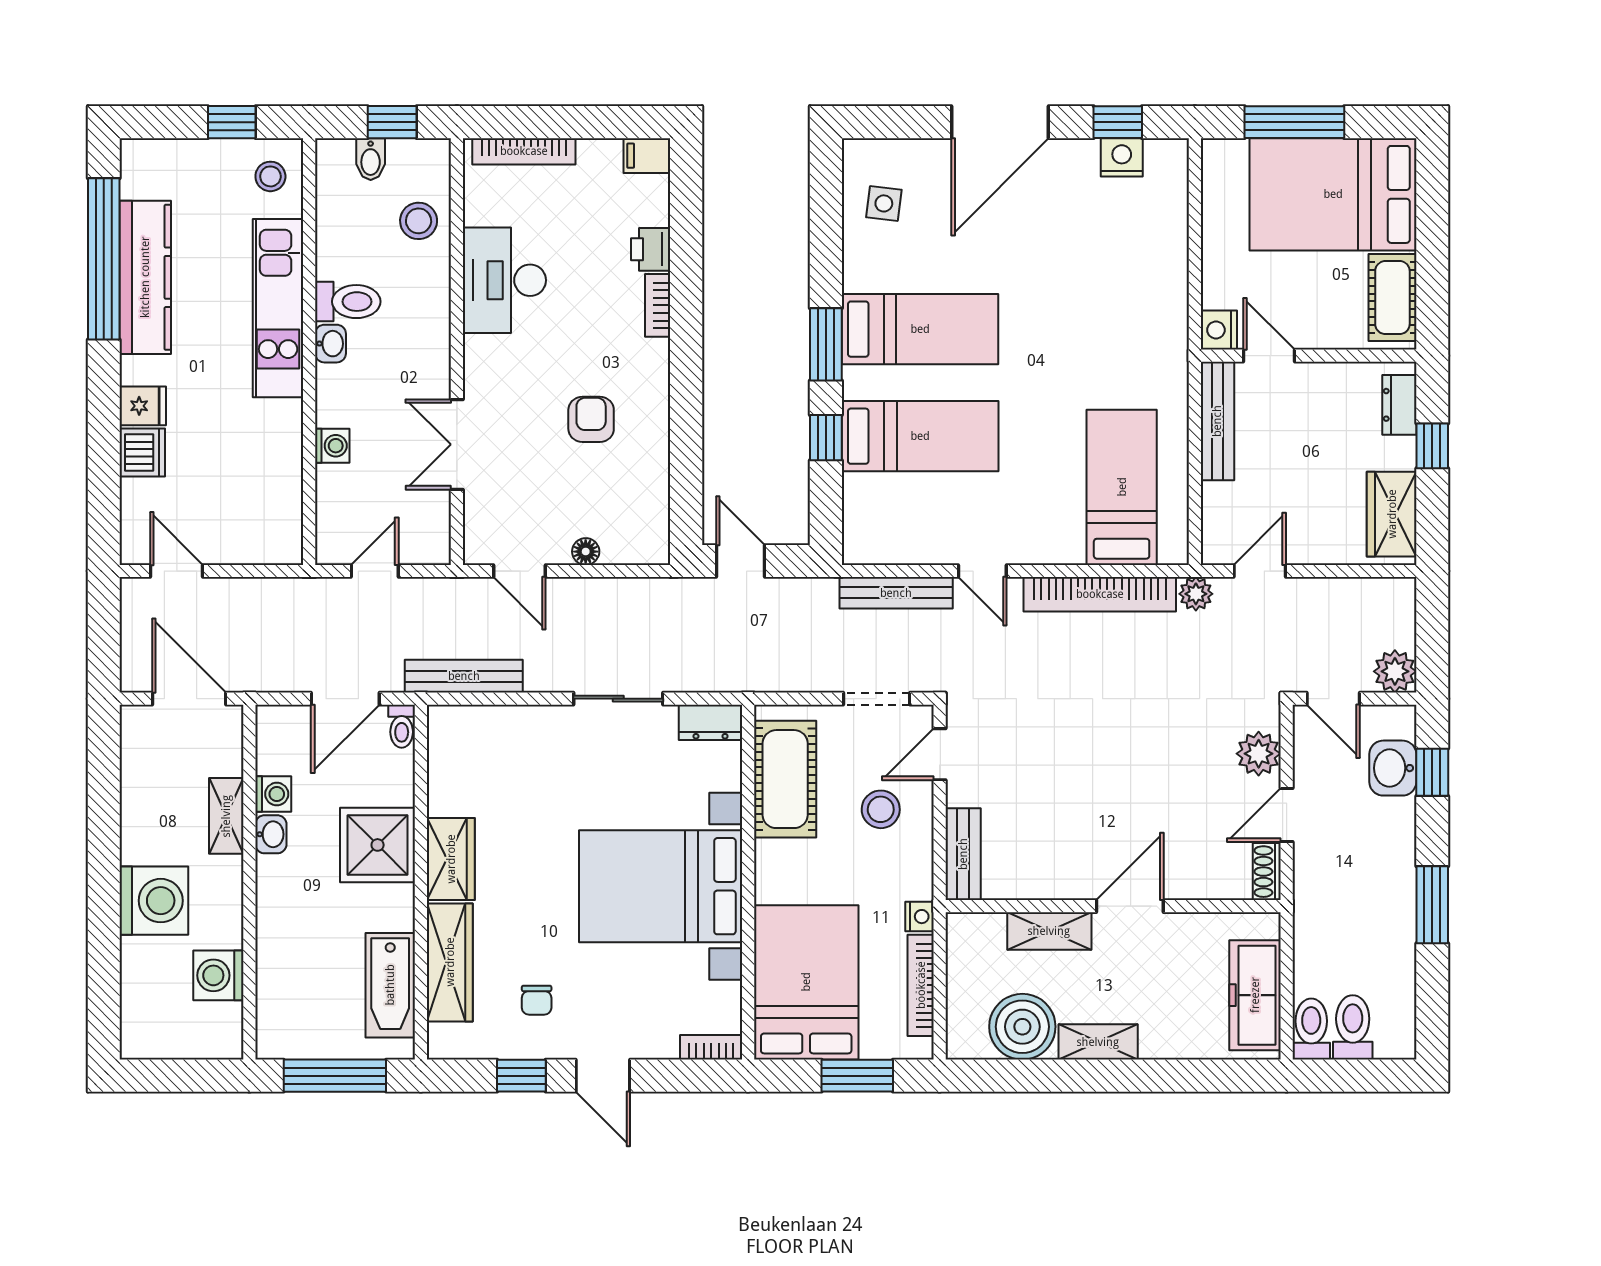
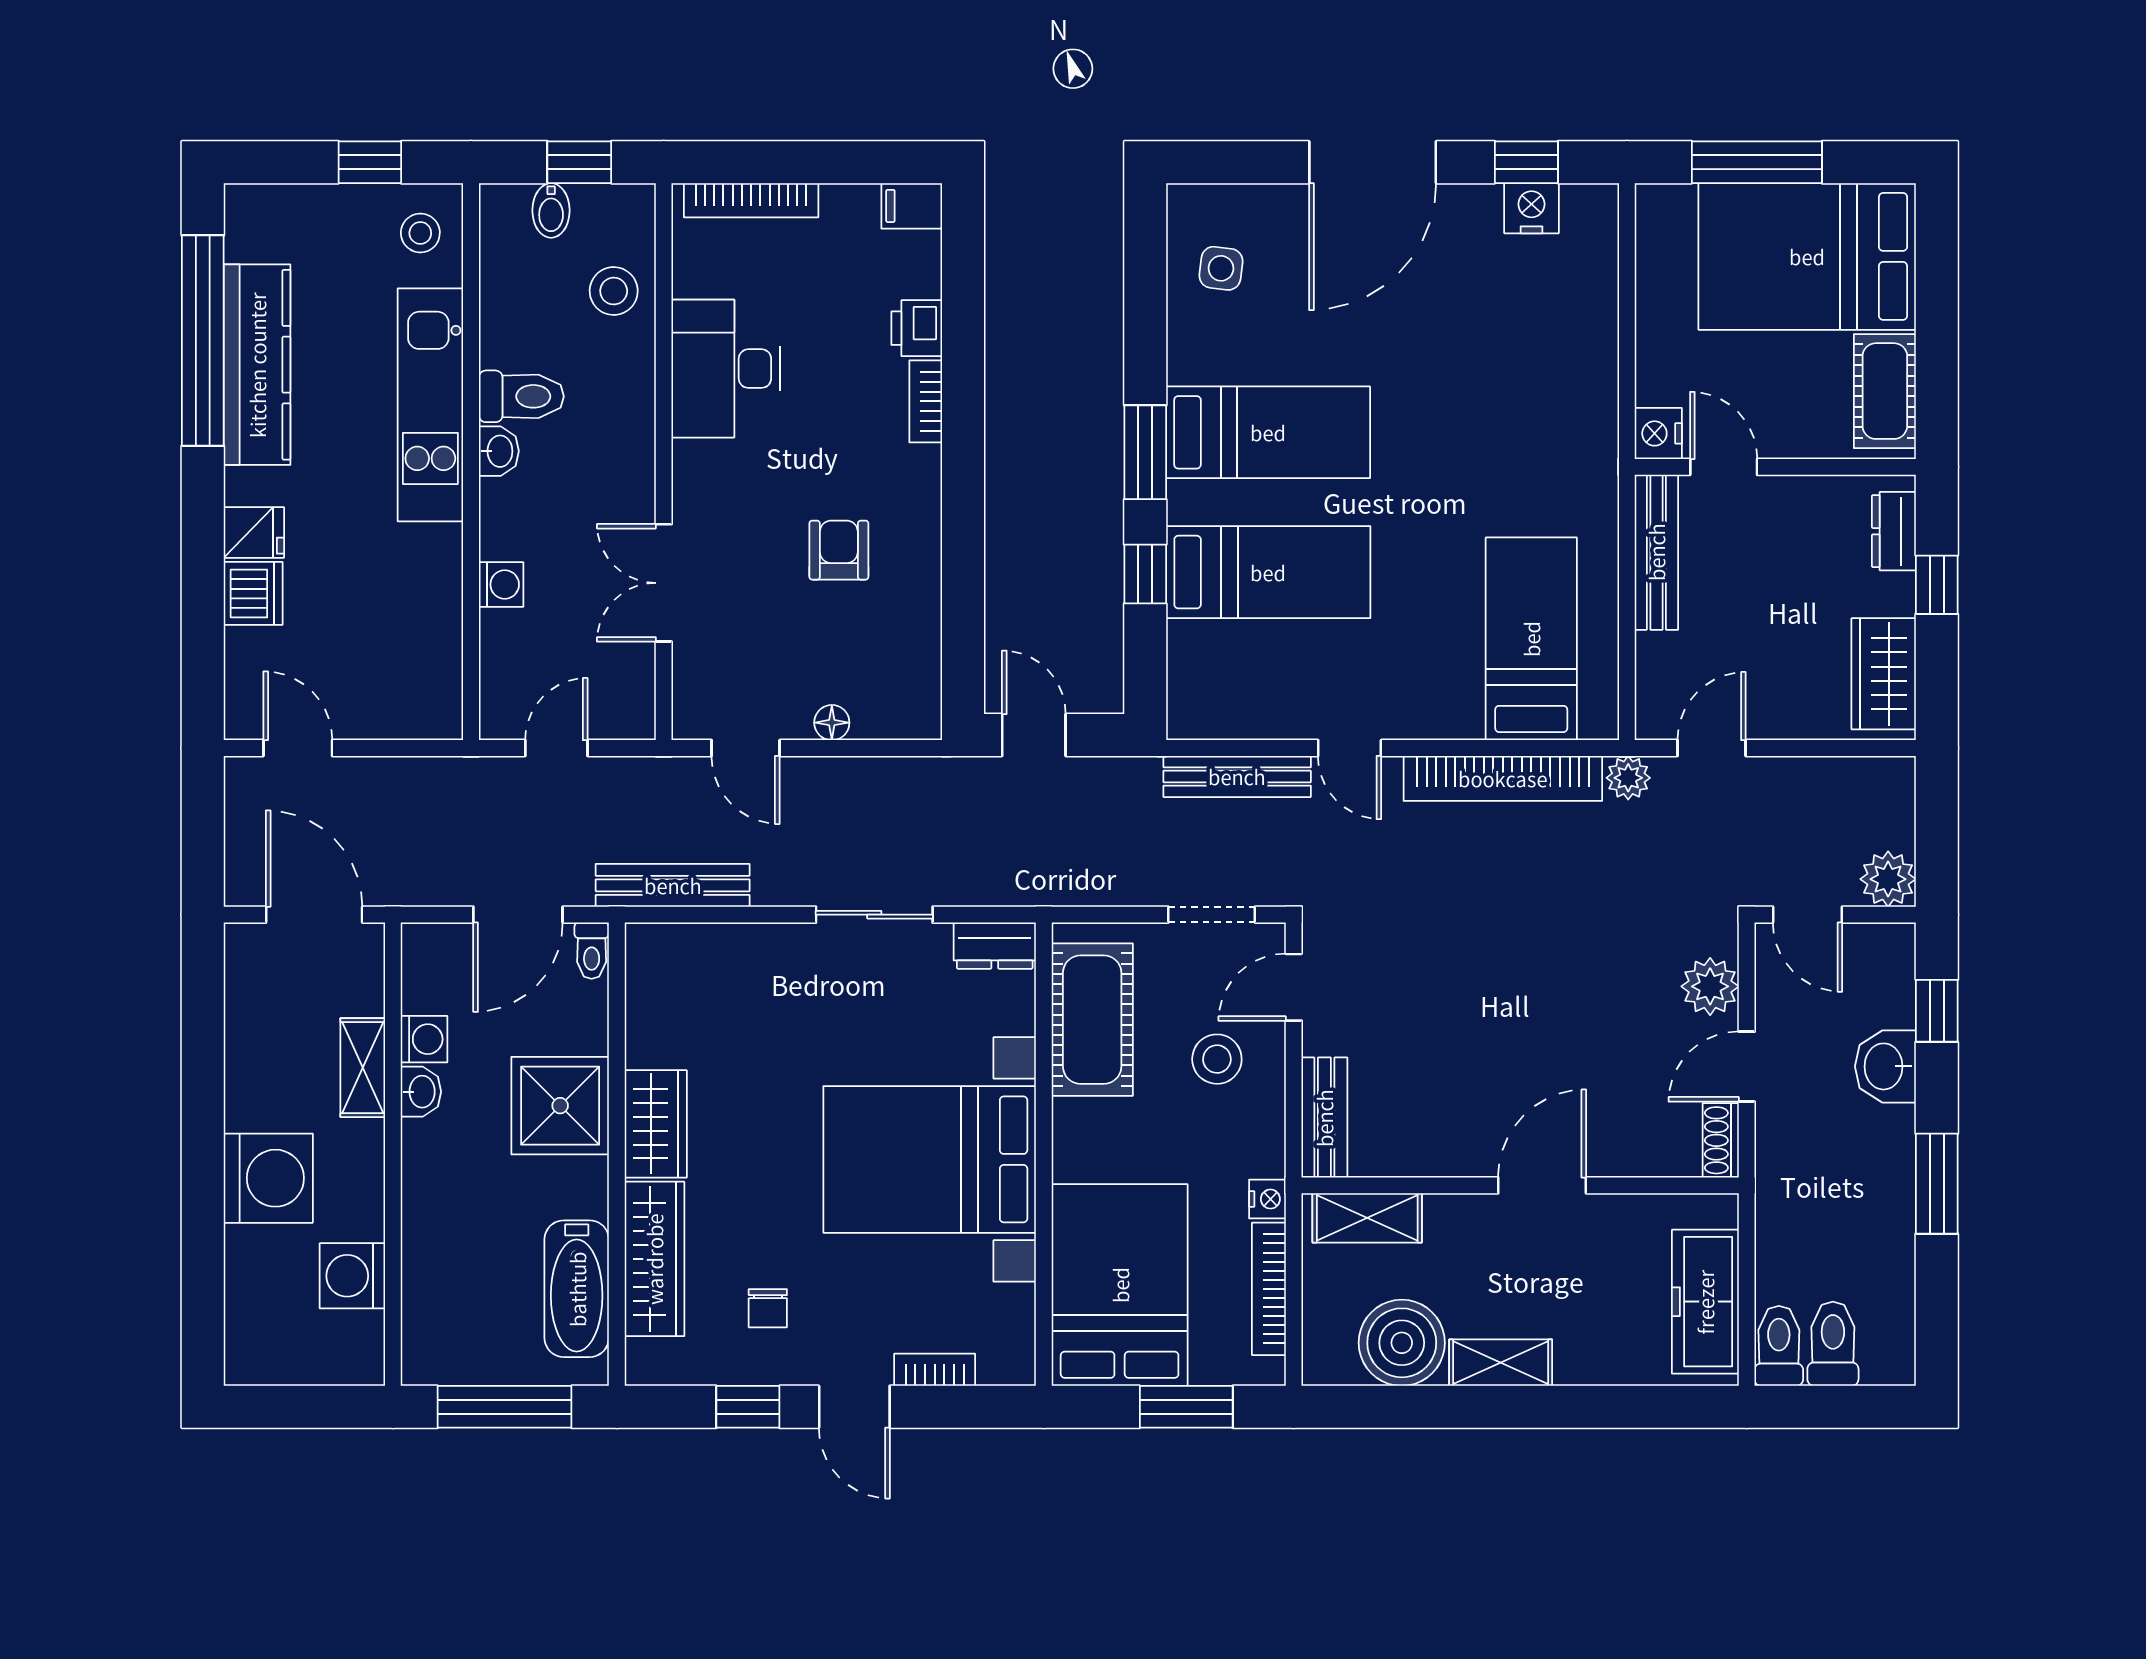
washbasin: (1393, 768) -> (1885, 1066), moved
shelving: (1049, 931) -> (1367, 1218), moved
bookcase: (711, 1047) -> (935, 1370), moved

